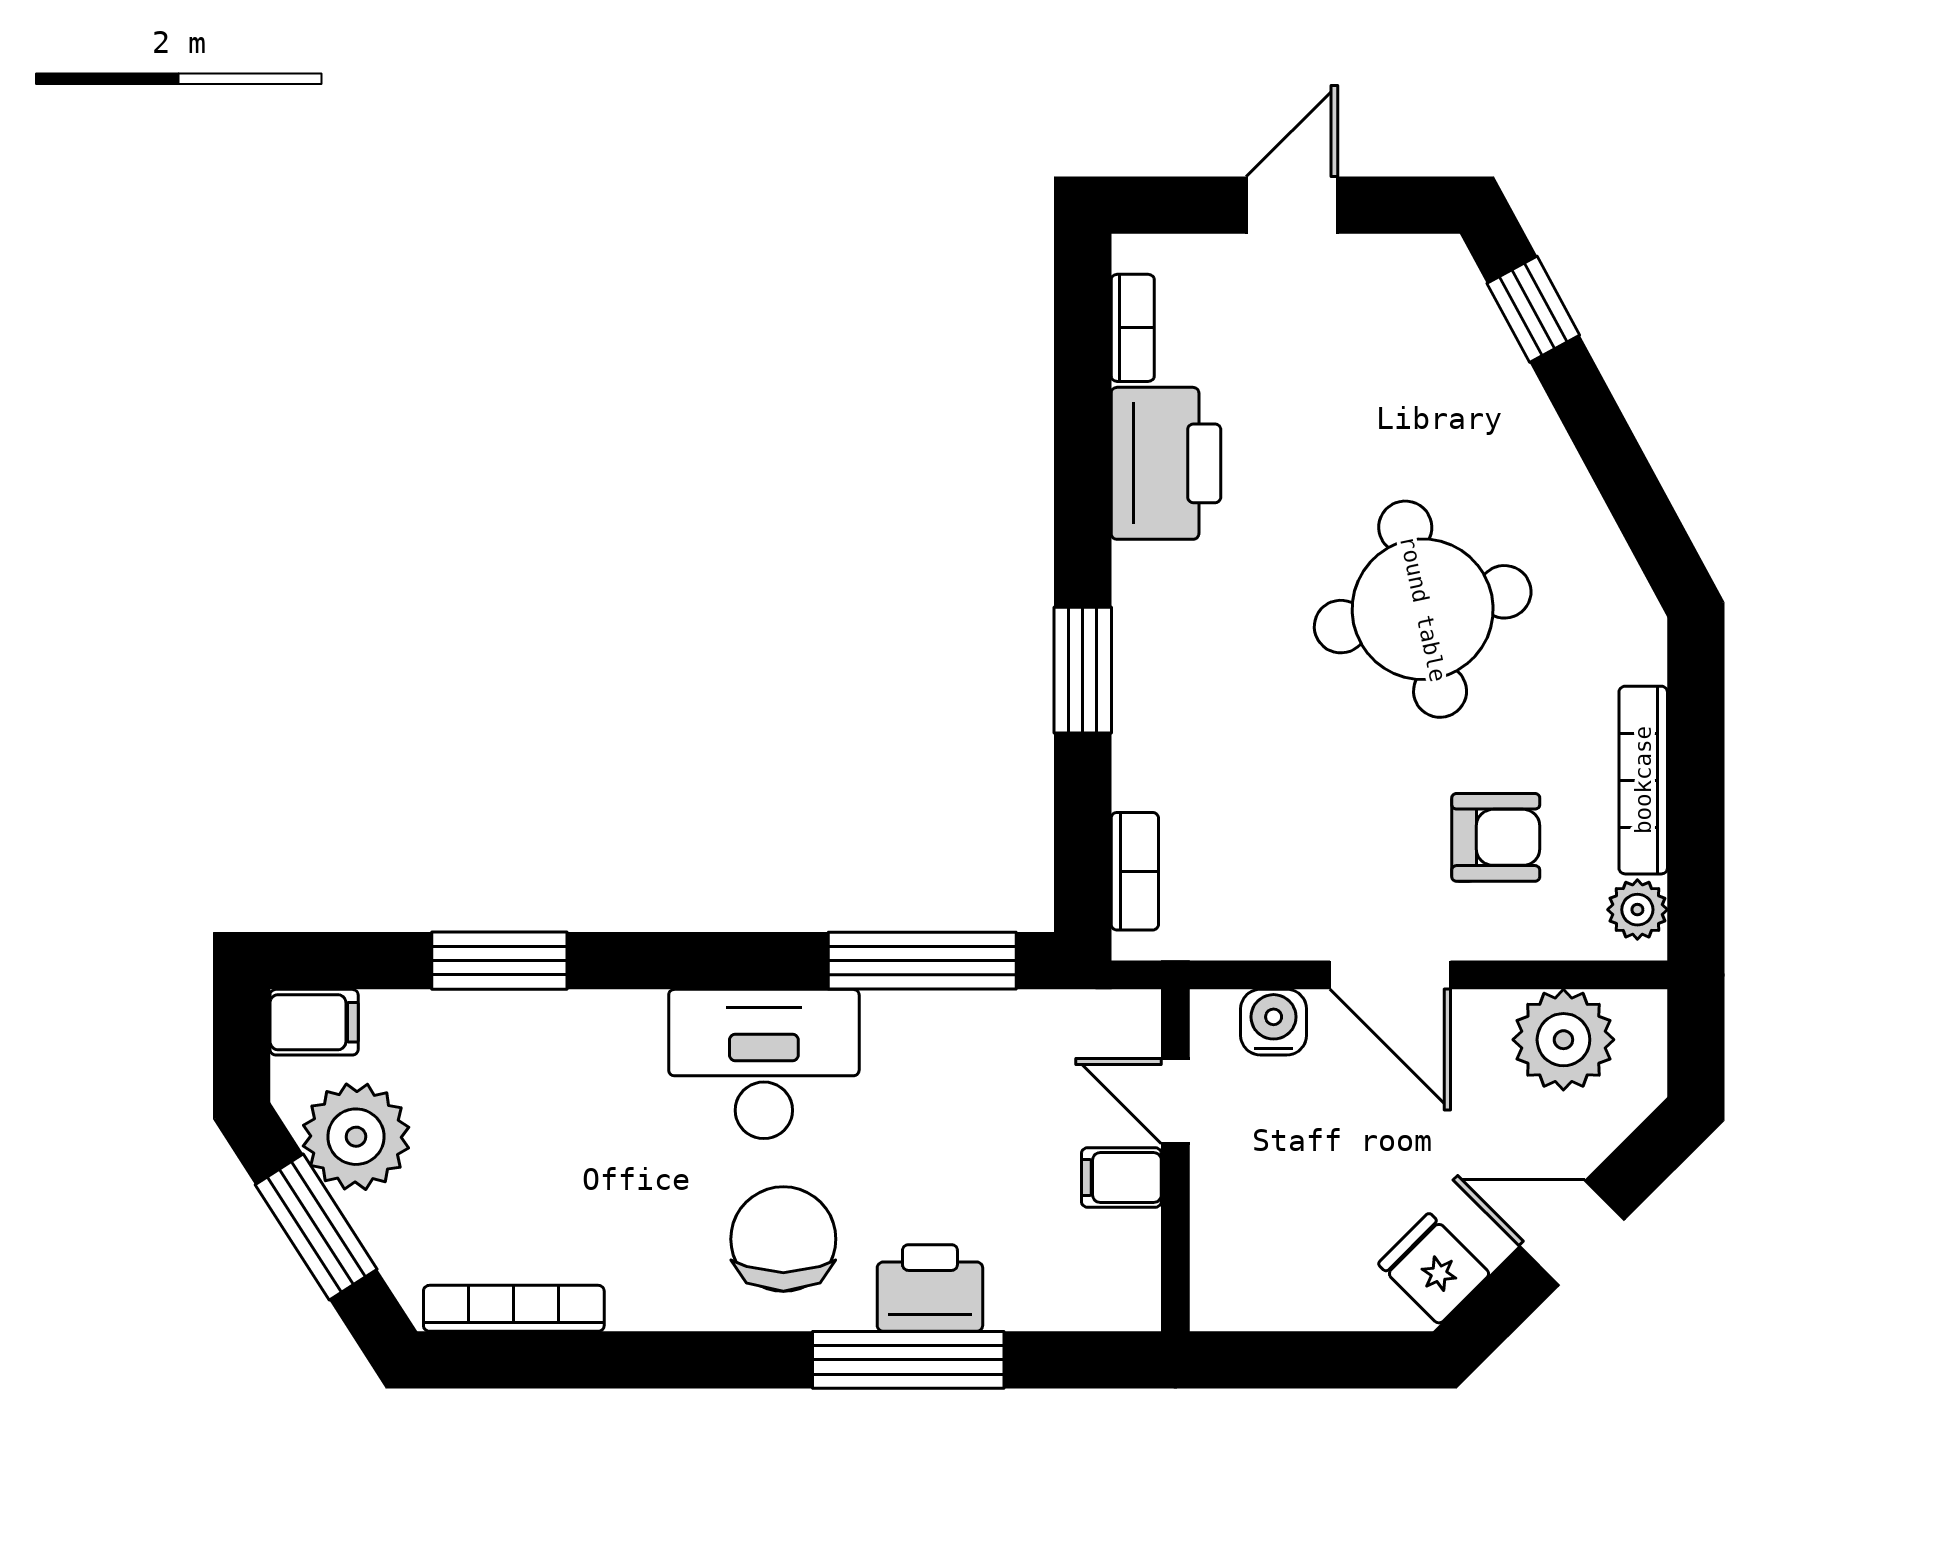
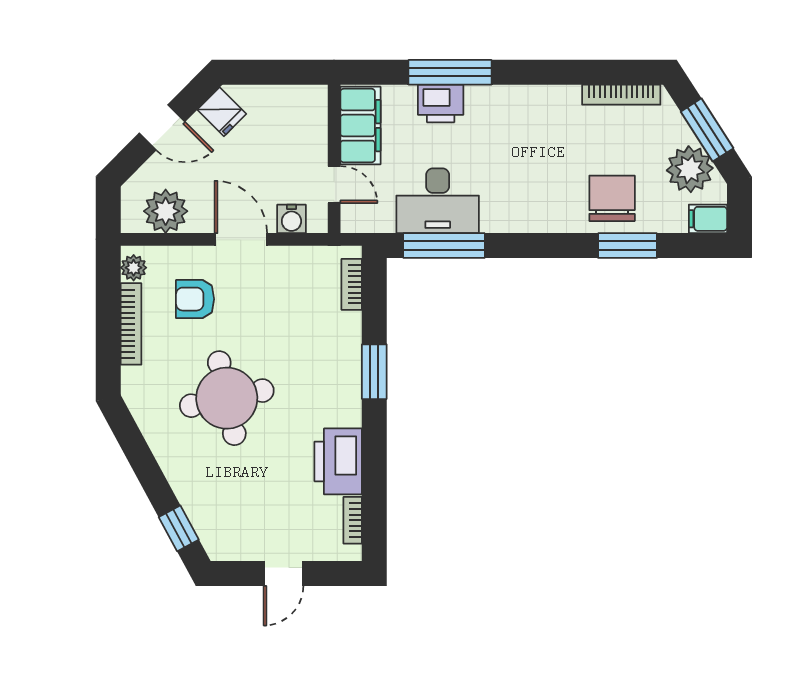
desk: (764, 1064) -> (438, 201), moved
filing cabinet: (1121, 1178) -> (360, 126), width x3.00, depth x1.17
chair: (783, 1239) -> (612, 198), moved, turned 180

